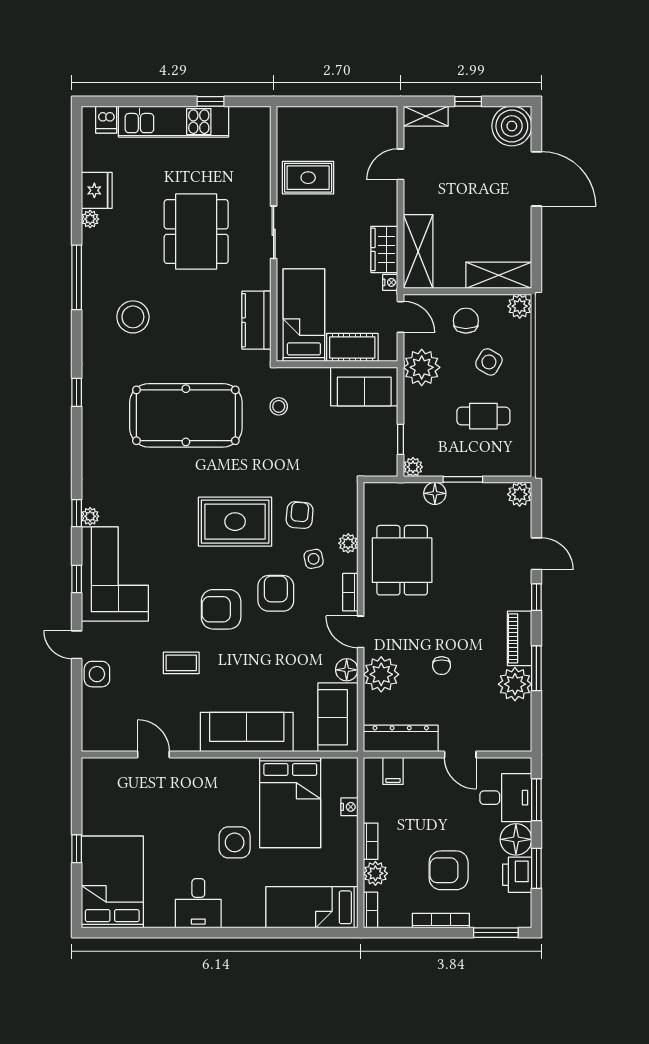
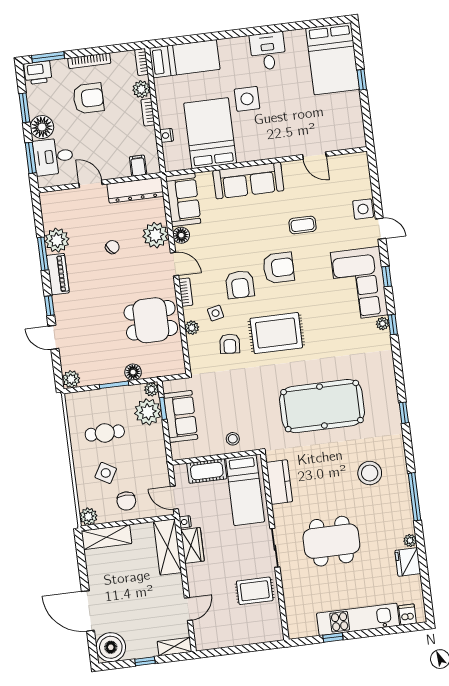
dining table: (196, 232) -> (331, 541), turned 90
plant: (422, 367) -> (148, 412), moved
sofa: (364, 386) -> (181, 416), moved, turned 90
stool: (279, 406) -> (233, 439), moved
dining table: (402, 560) -> (151, 320), turned 90
chair: (442, 666) -> (112, 247), turned 53
printer: (517, 875) -> (38, 73), moved, turned 90

